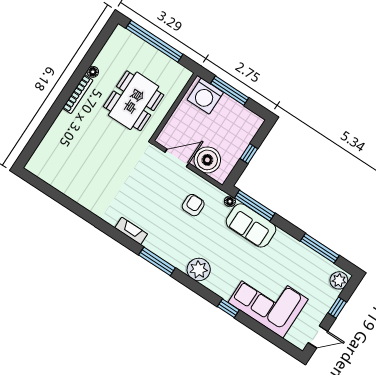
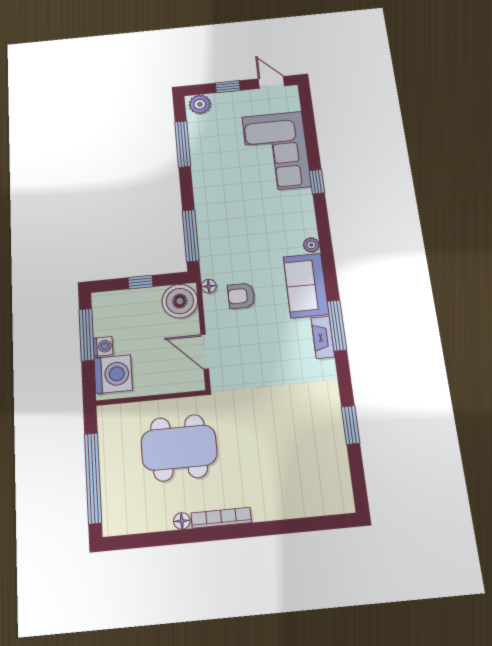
window: (230, 91) -> (87, 335), moved
washing machine: (227, 103) -> (103, 346), added
boiler: (207, 160) -> (180, 301), moved
floor lamp: (230, 201) -> (209, 286), moved
window: (70, 205) -> (351, 425), added
sofa: (251, 225) -> (306, 285), moved, turned 180
window: (157, 261) -> (337, 325), moved
plant: (199, 270) -> (311, 245), width x0.53, depth x0.53

